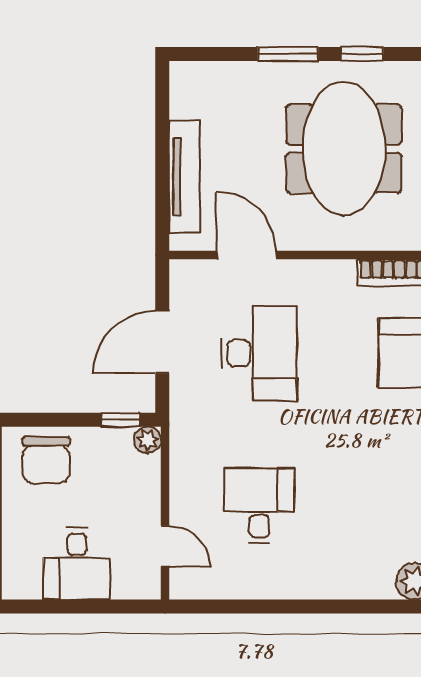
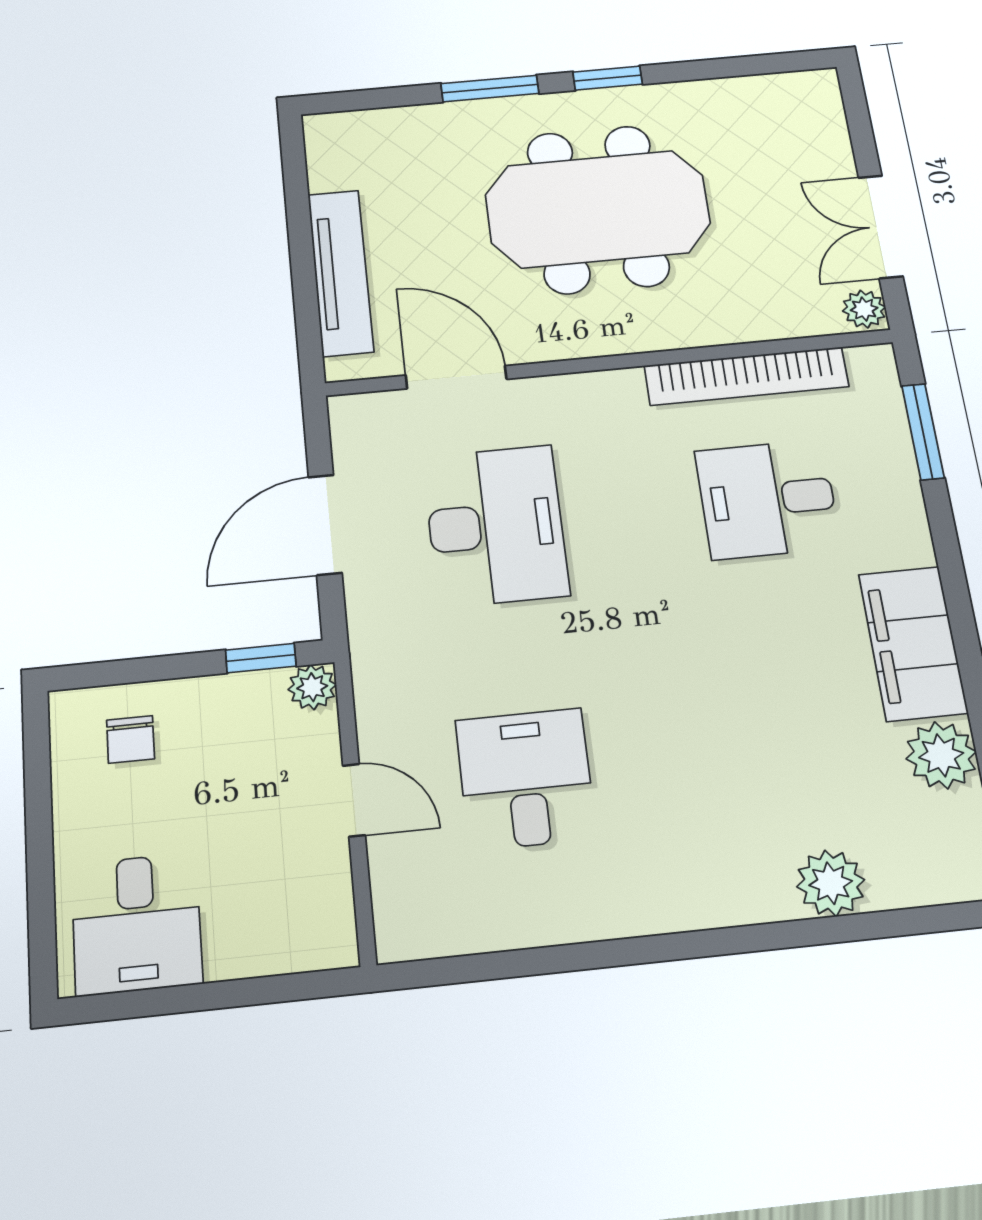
meeting table: (344, 149) -> (598, 209), turned 90
chair: (46, 460) -> (131, 739), width x0.54, depth x0.54
door: (165, 546) -> (354, 800), moved
desk: (77, 564) -> (137, 924), moved

